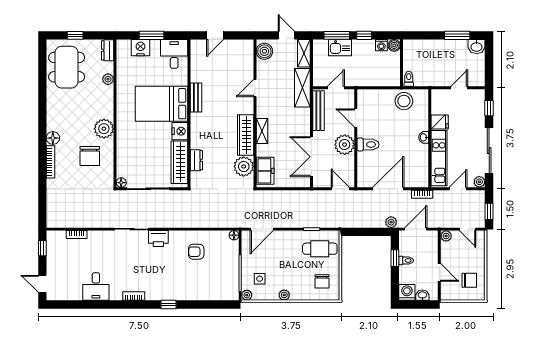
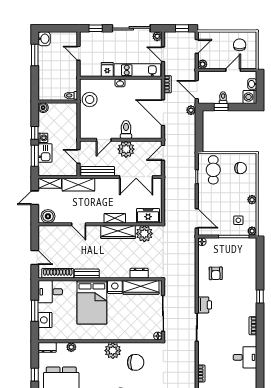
washing machine: (381, 45) -> (43, 138), moved
shoe rack: (196, 63) -> (58, 273), added

